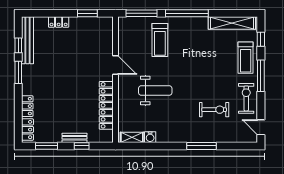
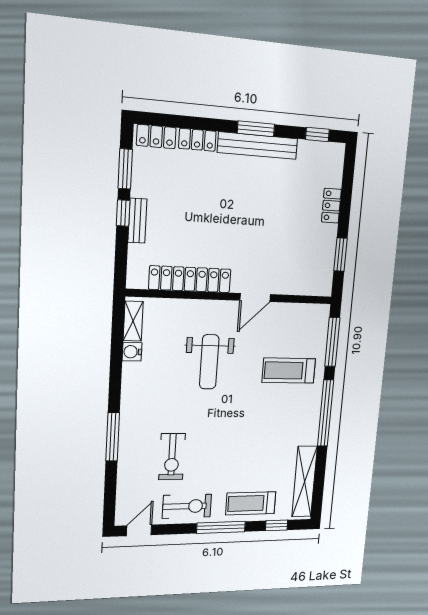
bench: (28, 40) -> (258, 146), moved
window: (18, 45) -> (317, 134), moved
window: (82, 146) -> (123, 213), moved

